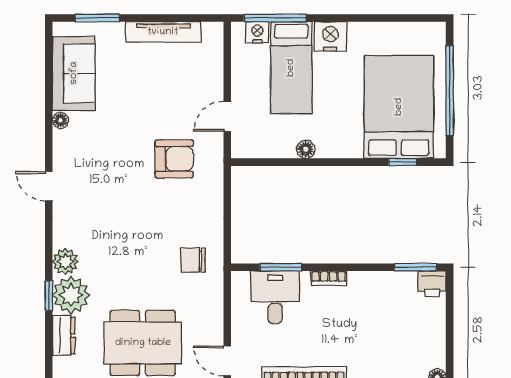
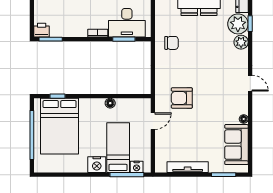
desk: (275, 297) -> (127, 23), width x1.37

